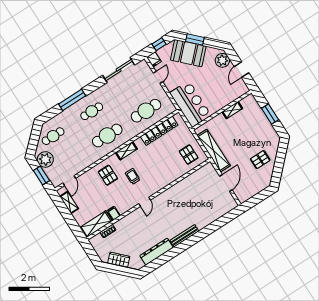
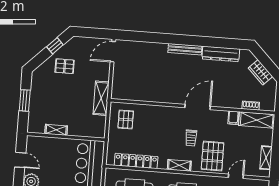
door: (242, 70) -> (20, 160), hinge flipped
shelving: (214, 151) -> (101, 98), width x0.68
window: (278, 169) -> (55, 46), added
pallet: (108, 175) -> (213, 156), width x1.50, depth x1.42
door: (69, 181) -> (236, 176), moved
door: (226, 183) -> (113, 52), moved
door: (145, 202) -> (198, 107), width x1.88

